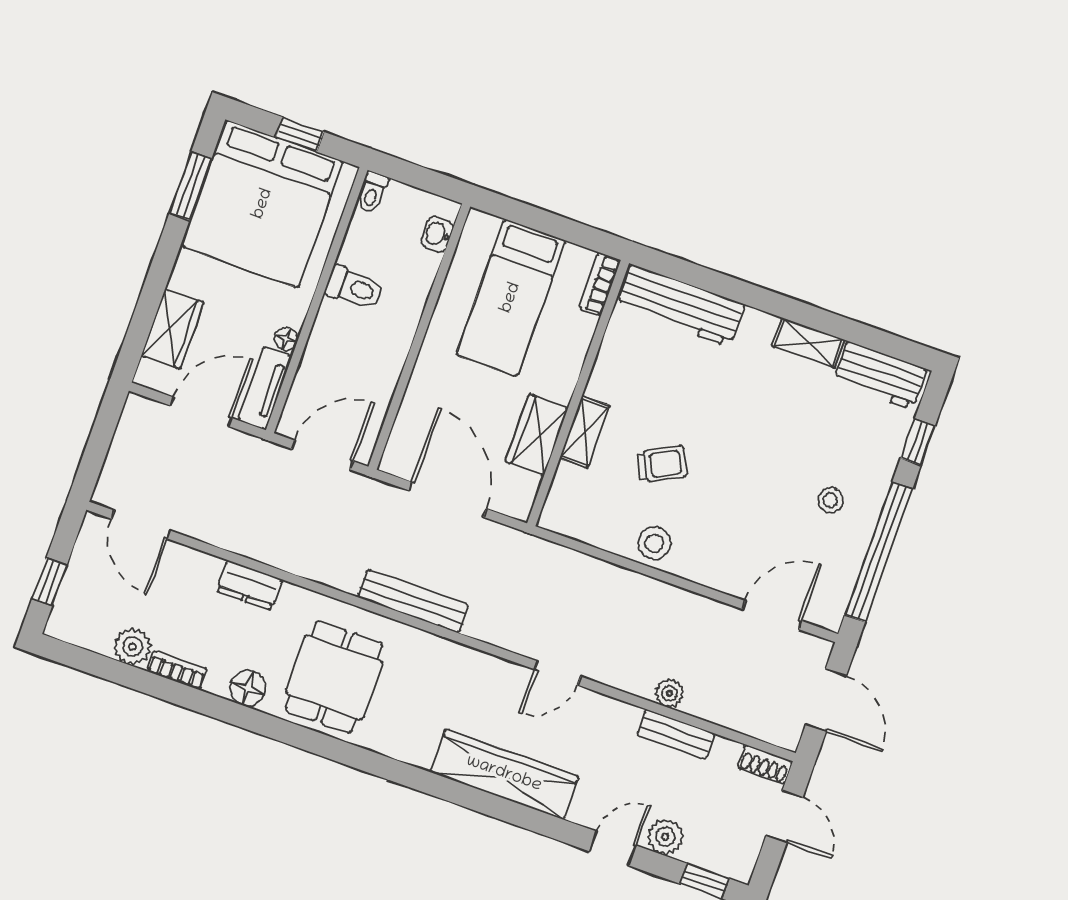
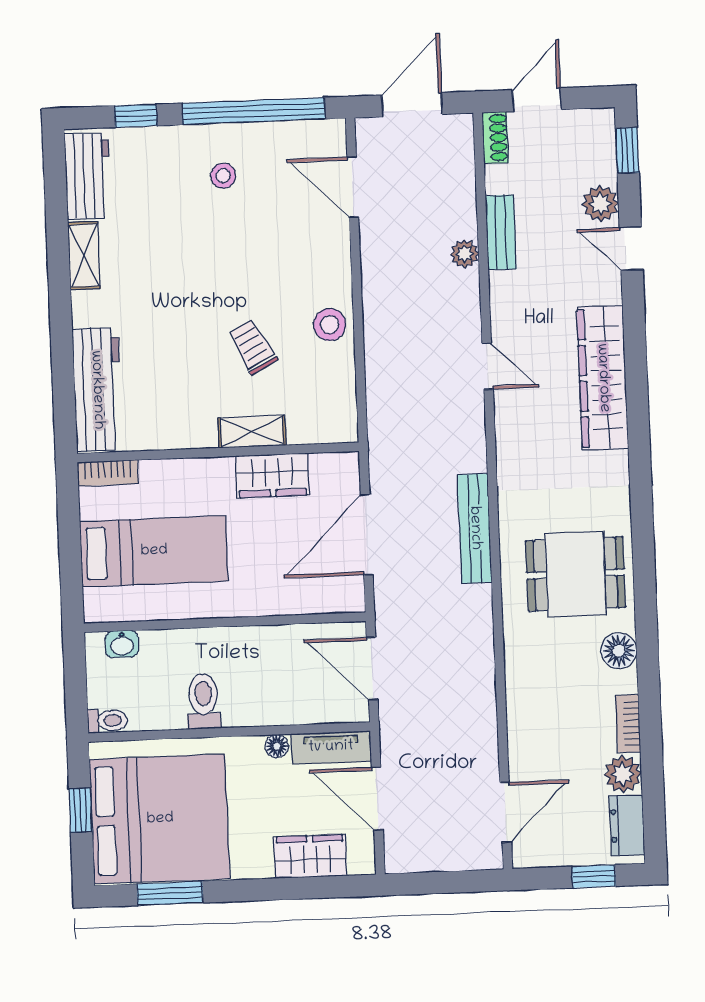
dresser: (249, 585) -> (627, 825), moved, turned 180

